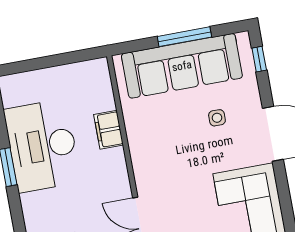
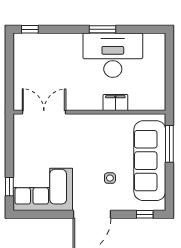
window: (184, 37) -> (169, 144), moved

